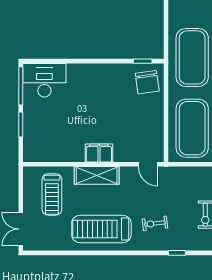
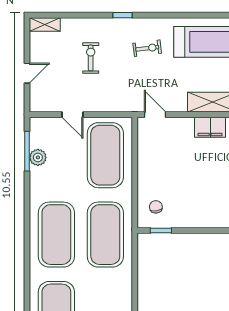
chair: (147, 82) -> (156, 207), width x0.54, depth x0.54

